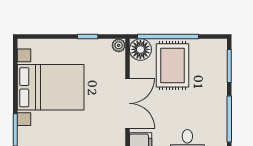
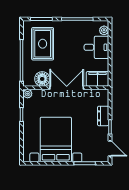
floor lamp: (140, 49) -> (42, 79), moved
rug: (172, 65) -> (43, 44), moved, turned 90

